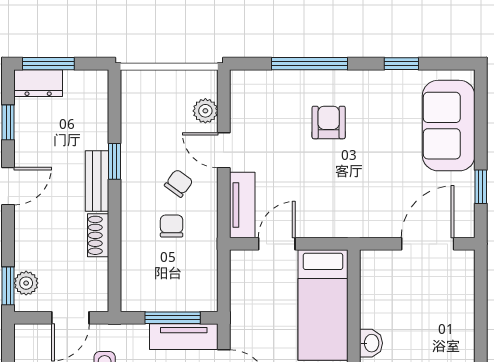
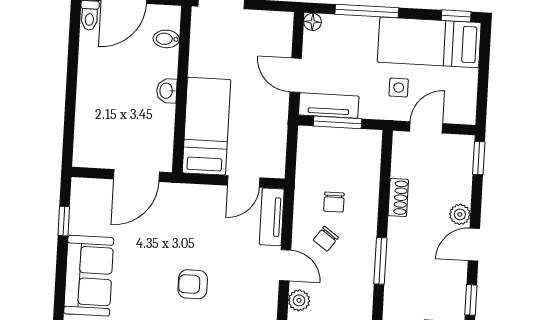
armchair: (329, 122) -> (193, 284), turned 90
window: (114, 161) -> (380, 261), width x1.50
bench: (97, 181) -> (397, 245), removed
door: (428, 244) -> (136, 175), moved
plant: (26, 283) -> (460, 214), moved

